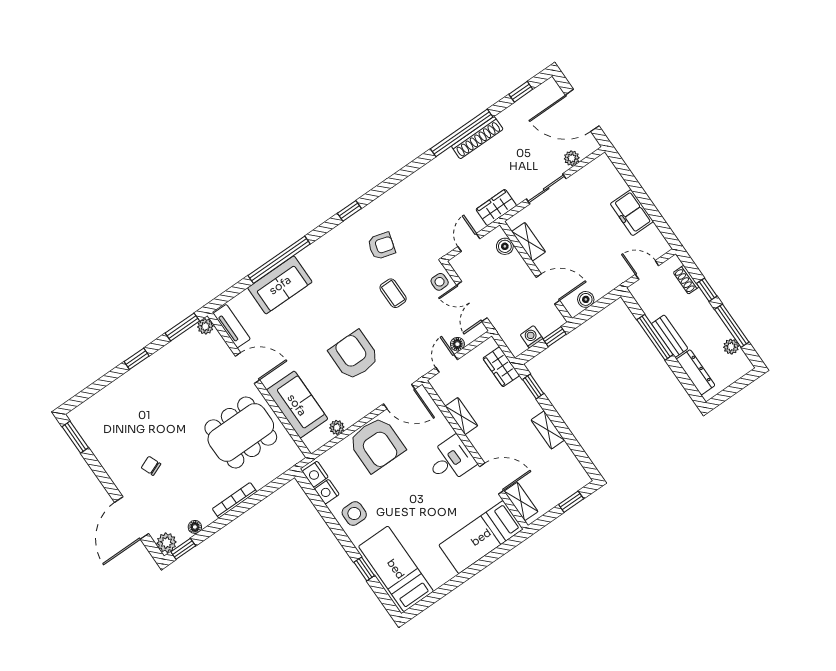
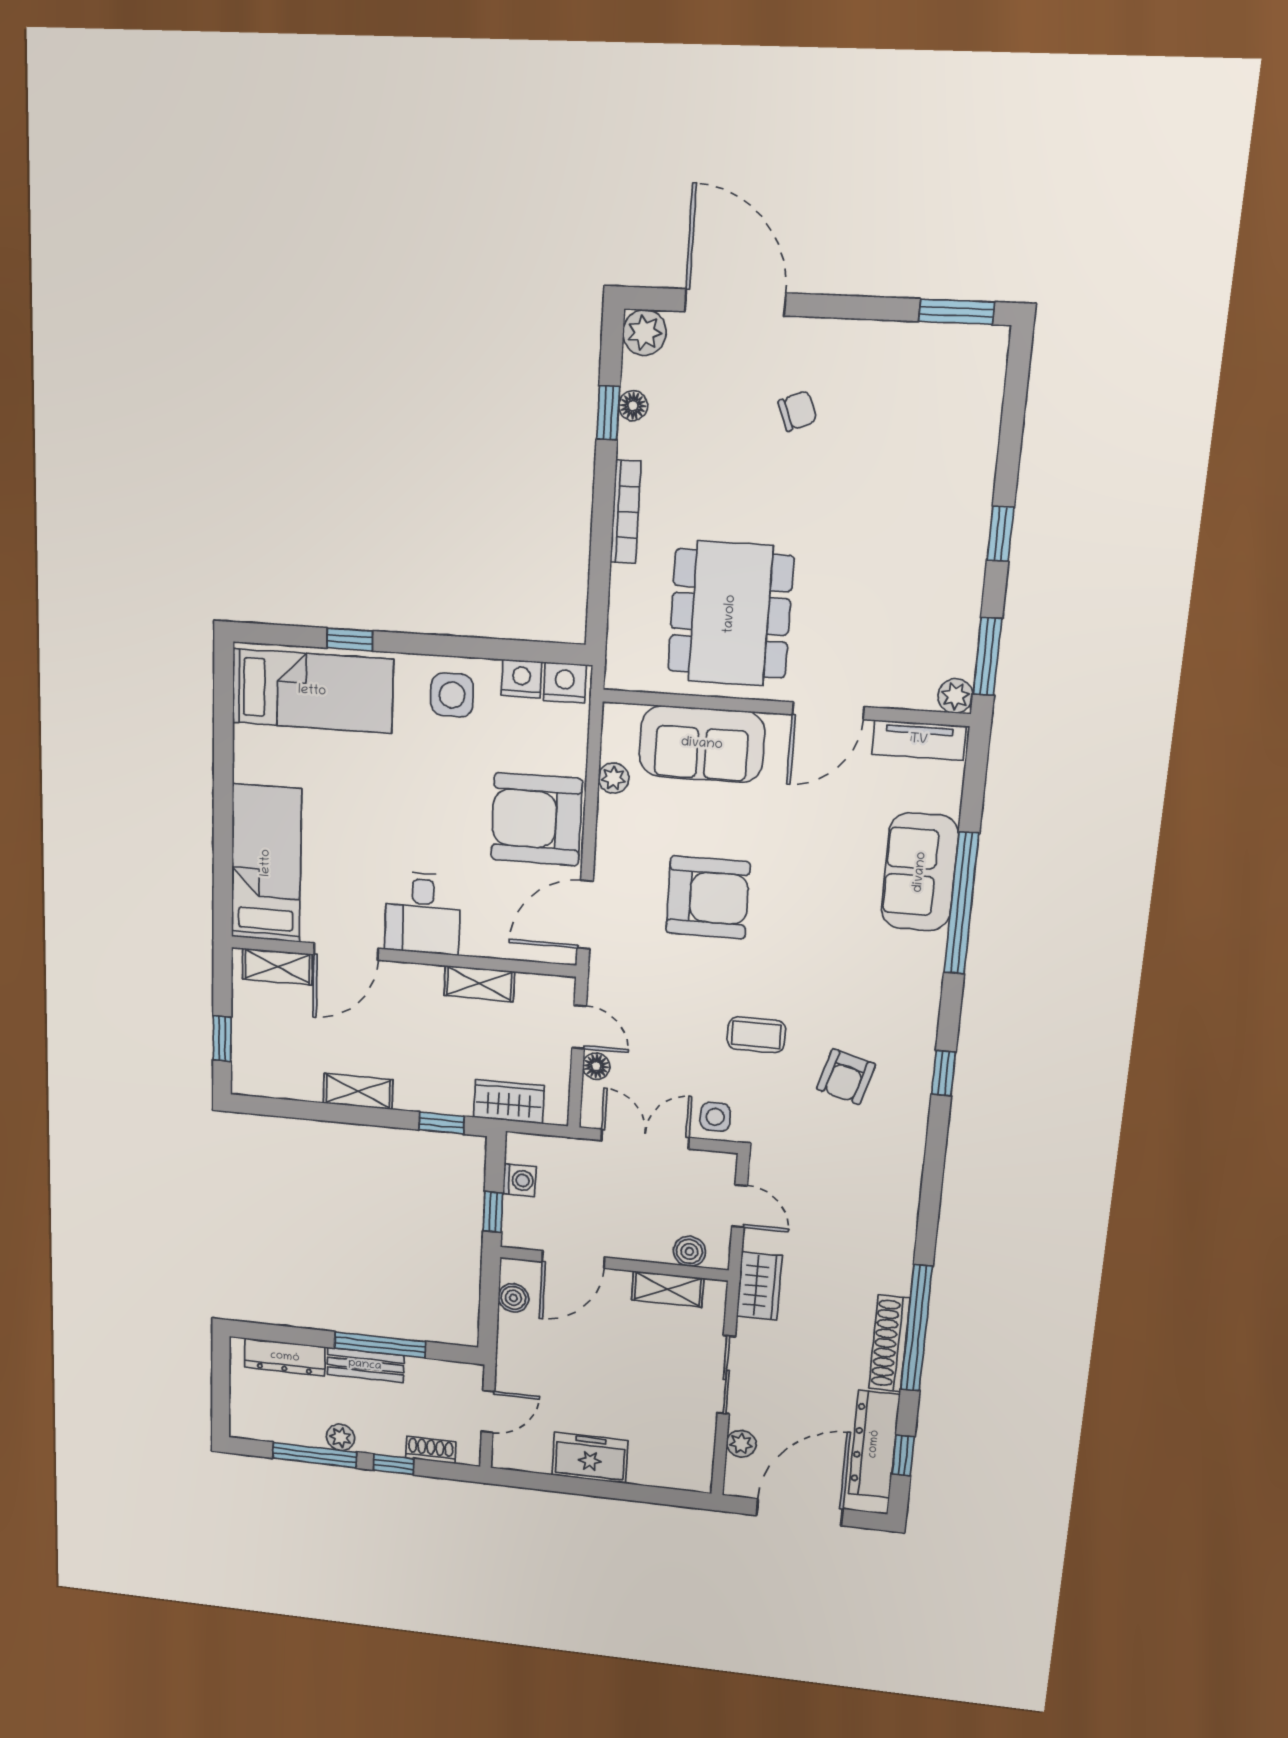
dresser: (526, 107) -> (874, 1444), added
plant: (731, 347) -> (340, 1437), moved
window: (183, 549) -> (608, 413), moved

